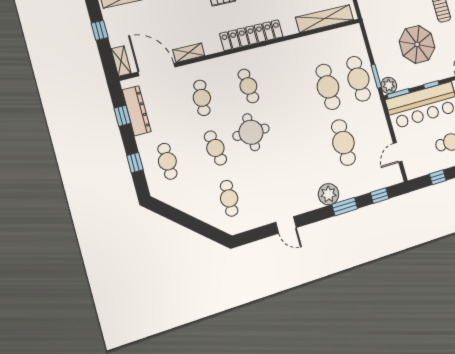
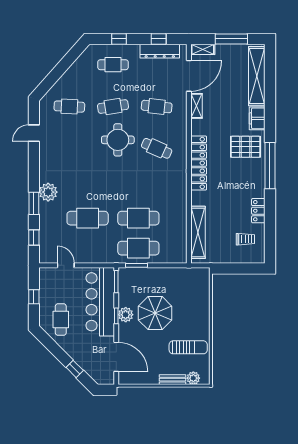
window: (100, 30) -> (231, 39), width x2.17
plant: (389, 85) -> (126, 315), moved
cafe table: (248, 86) -> (157, 148), turned 30
door: (286, 225) -> (34, 133), moved

